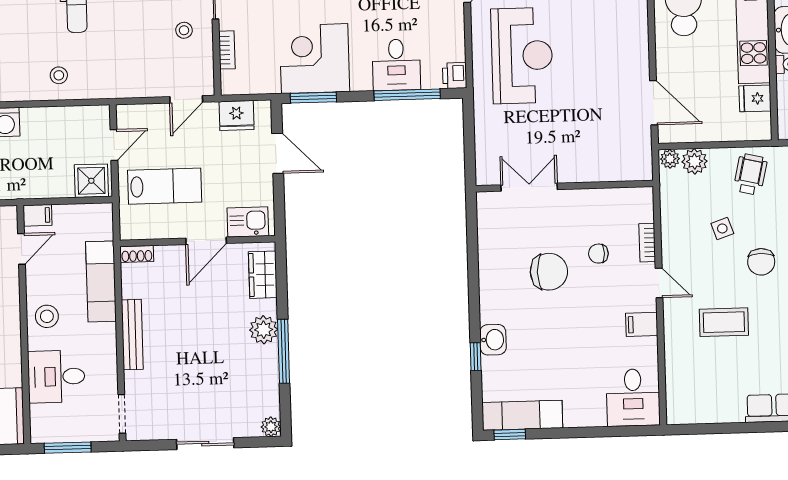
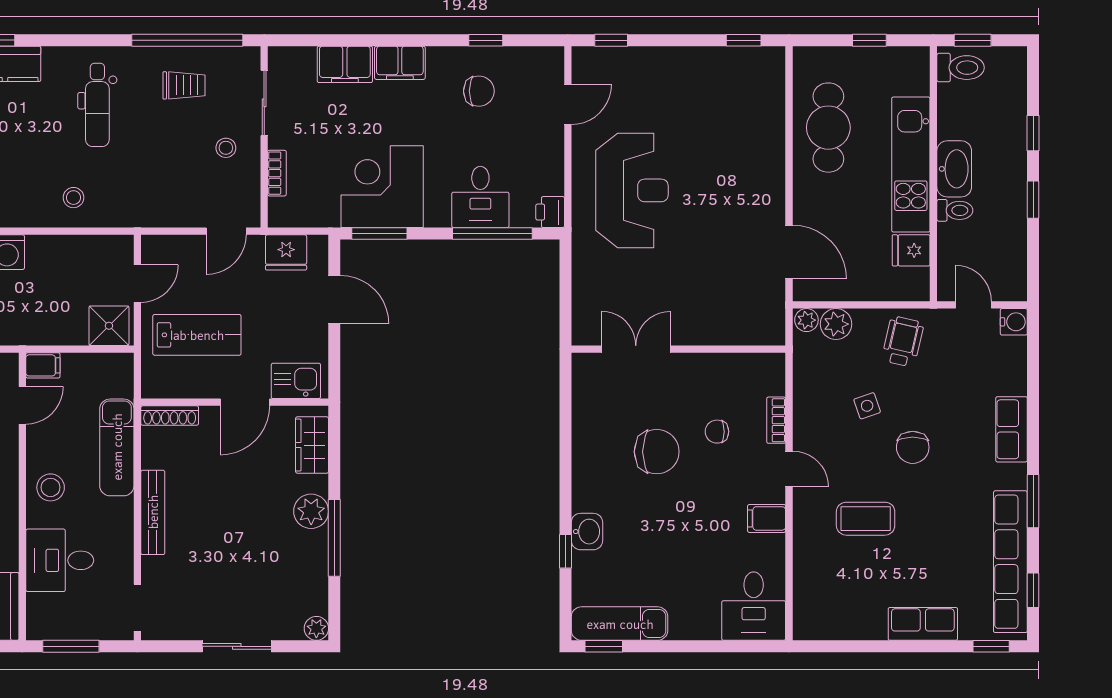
shoe rack: (137, 254) -> (170, 416), width x1.43

